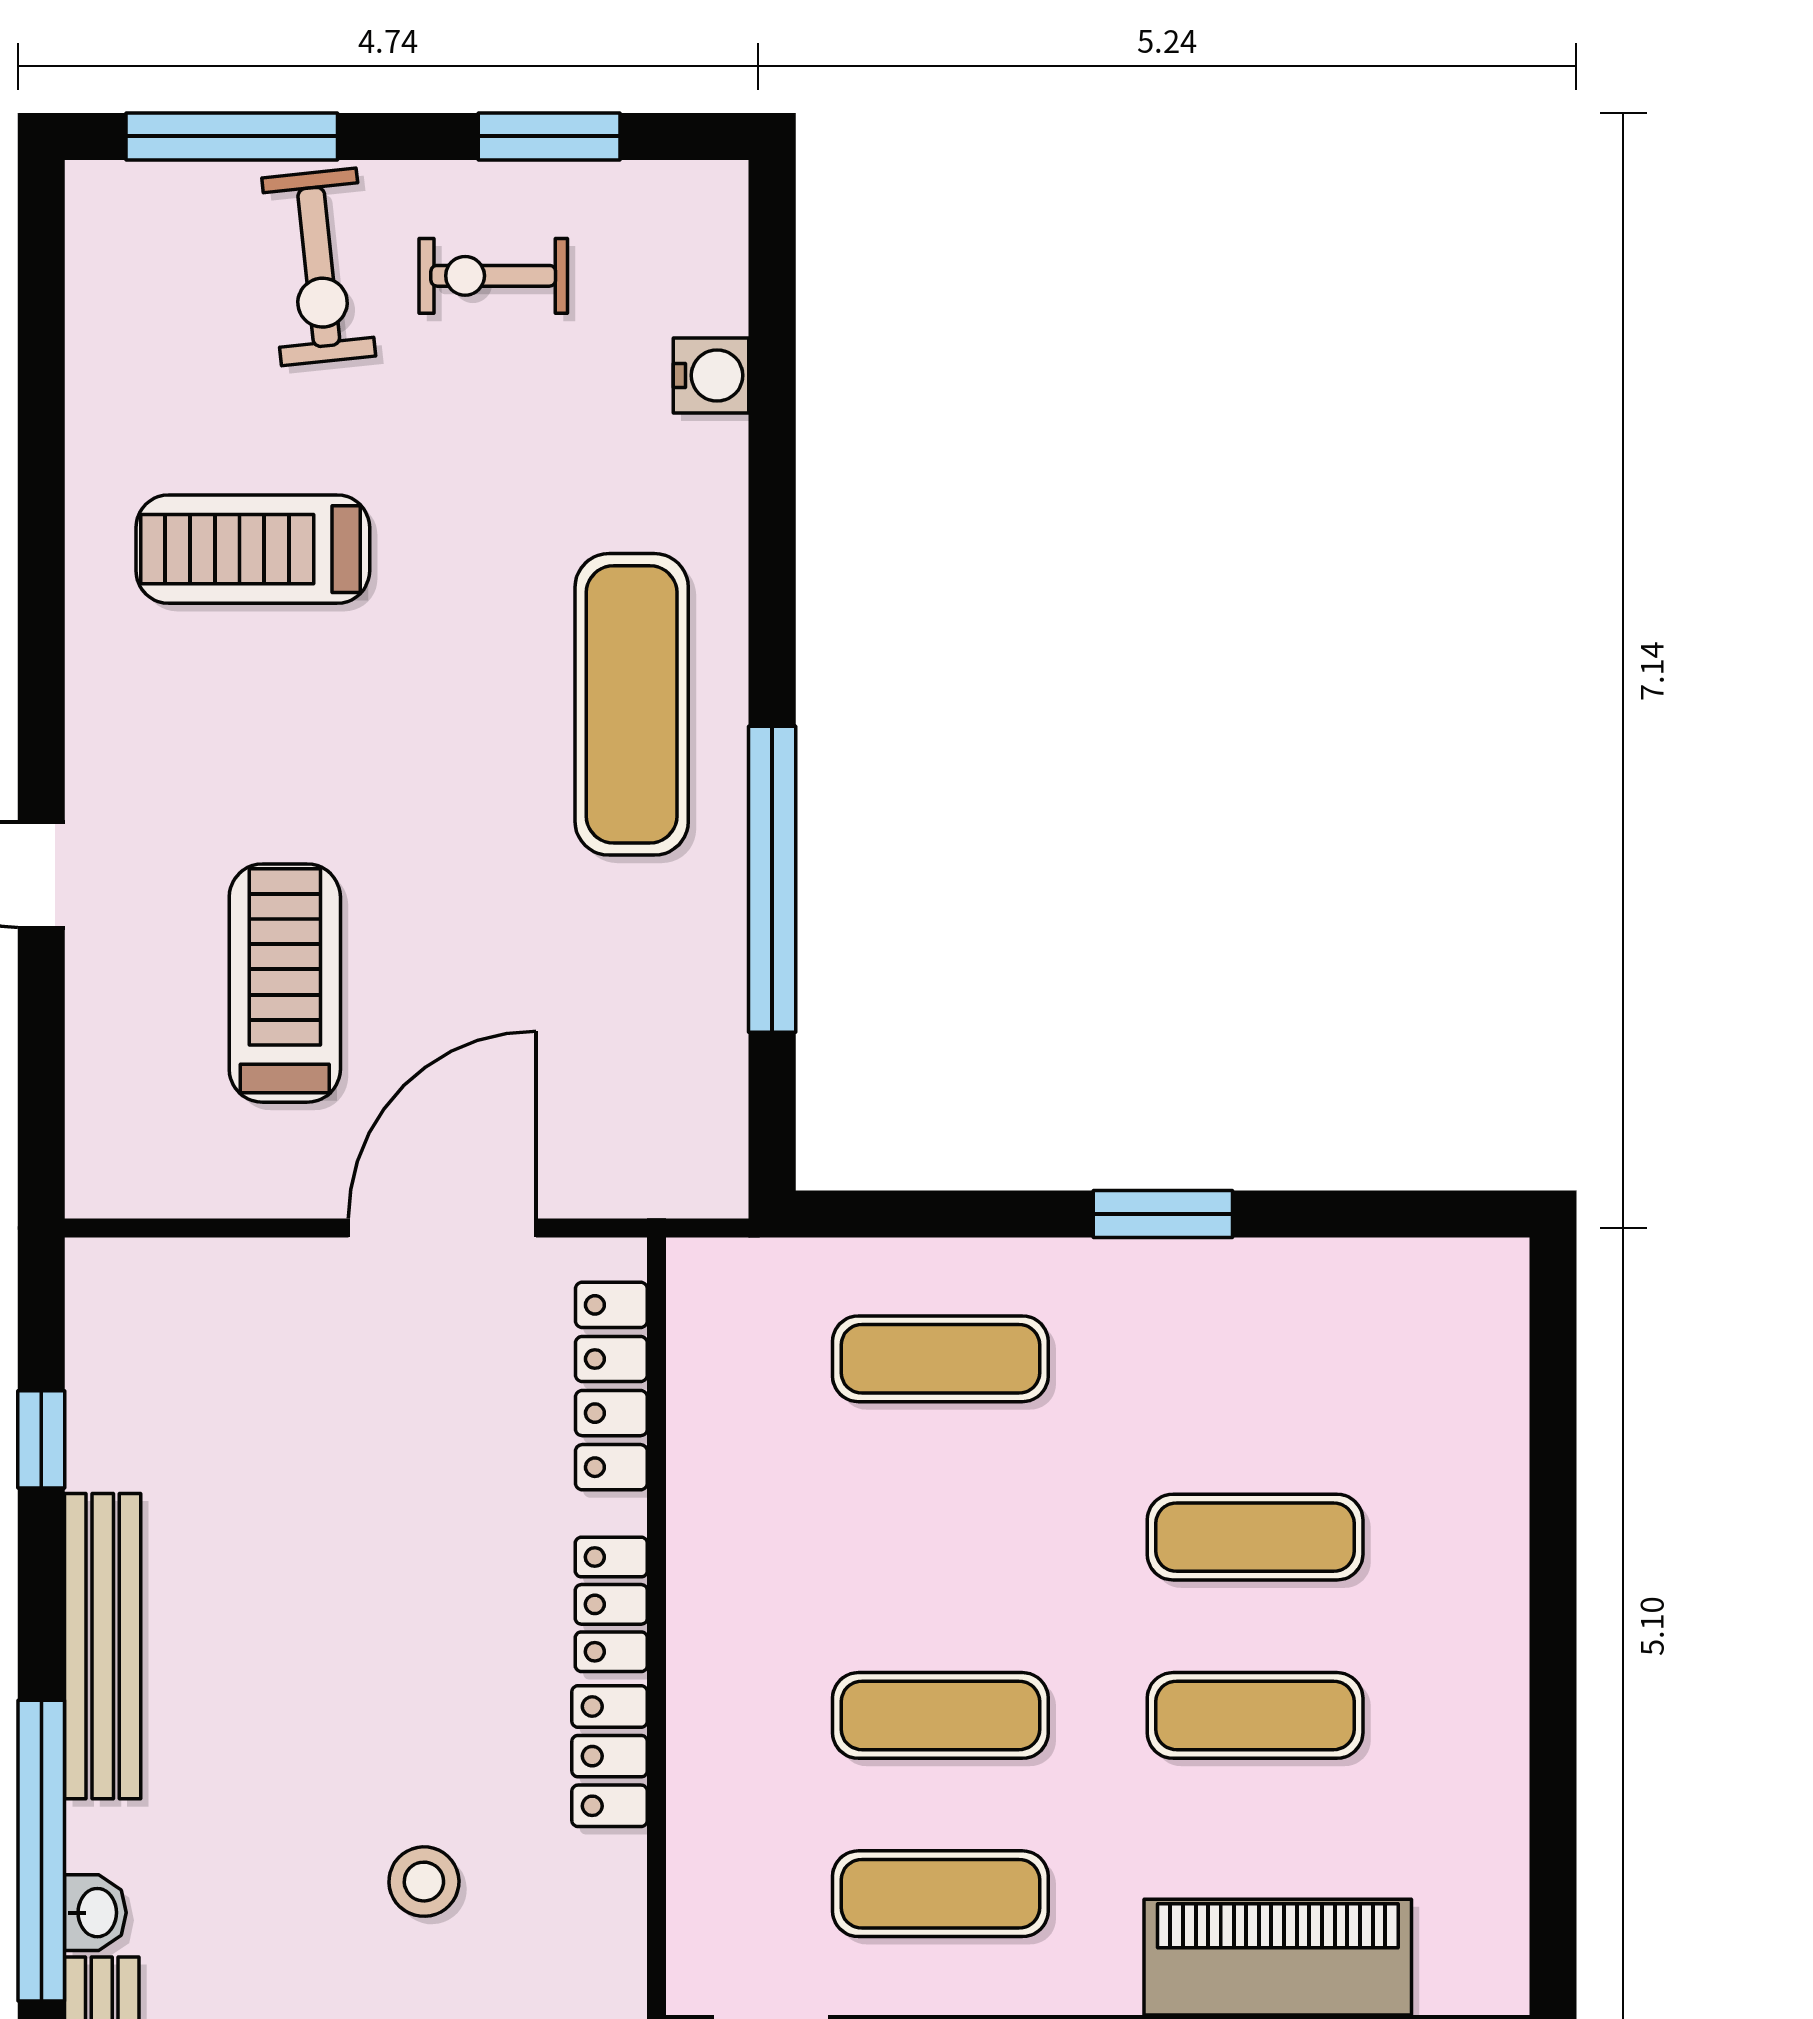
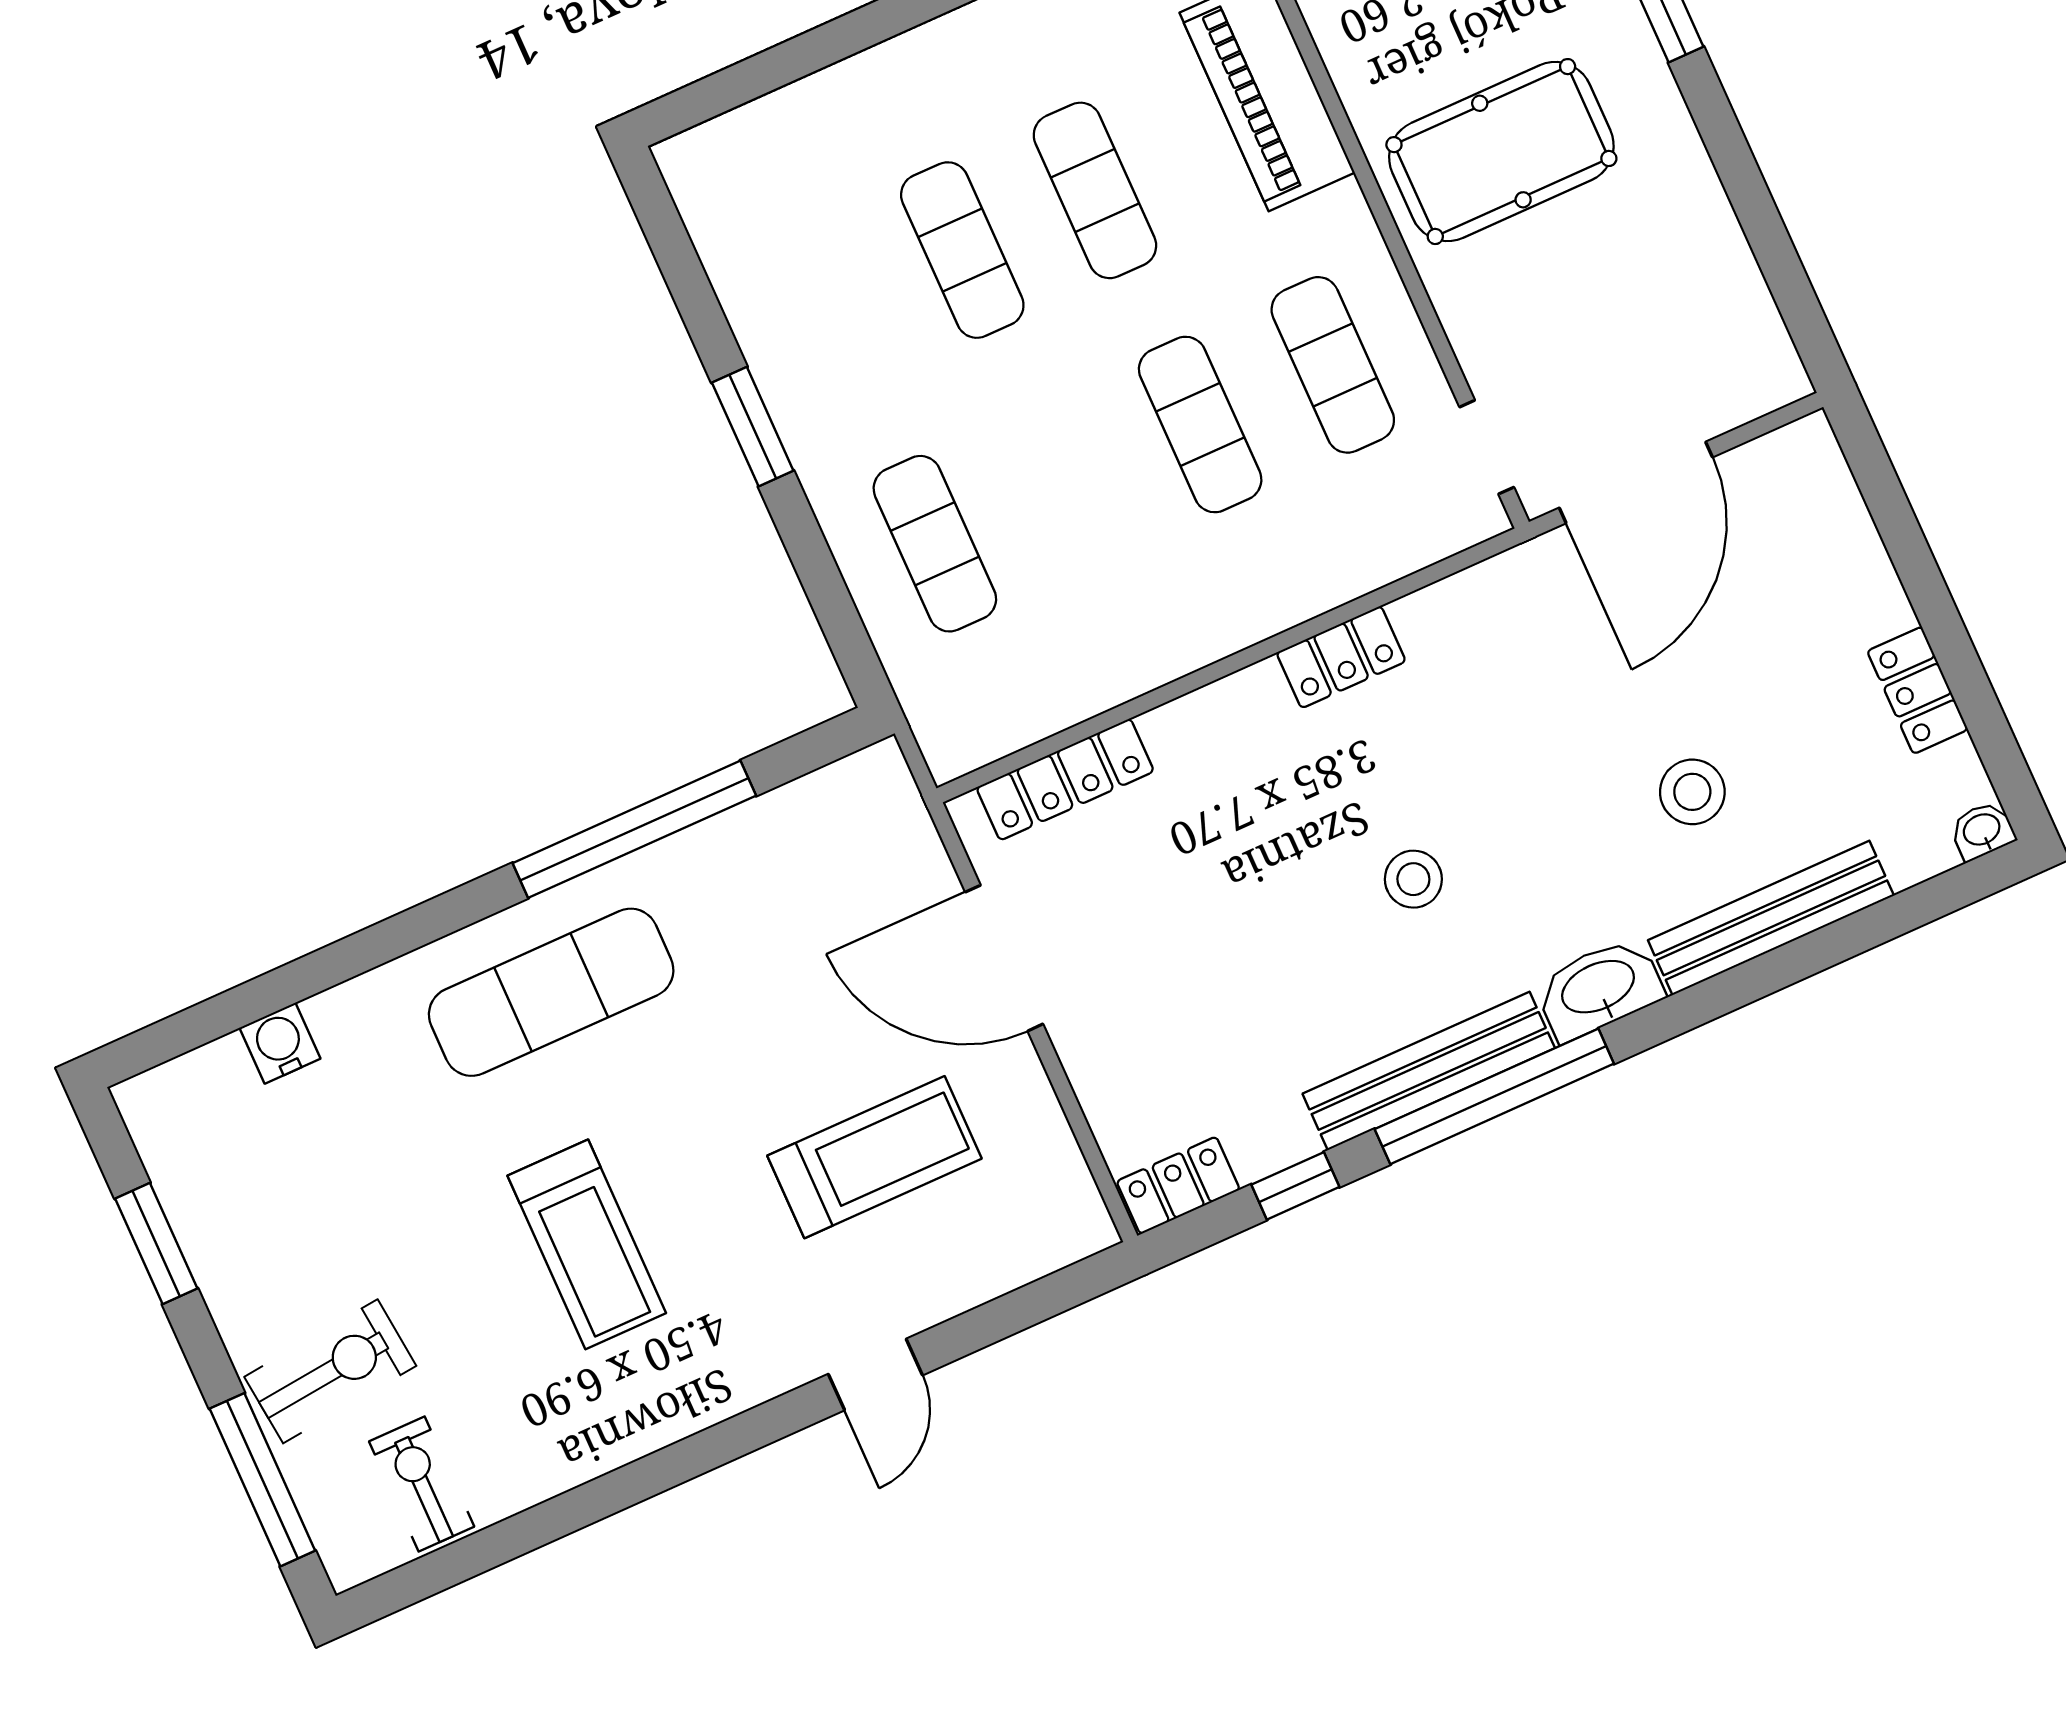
exercise bike: (493, 276) -> (422, 1484), moved, turned 180
treadmill: (253, 549) -> (587, 1244), moved
treadmill: (285, 983) -> (875, 1157), turned 180
locker: (611, 1604) -> (1178, 1185), moved, turned 180
window: (41, 1851) -> (1494, 1096), moved
stool: (424, 1882) -> (1413, 879), moved
washbasin: (95, 1913) -> (1599, 989), width x1.91, depth x1.45

